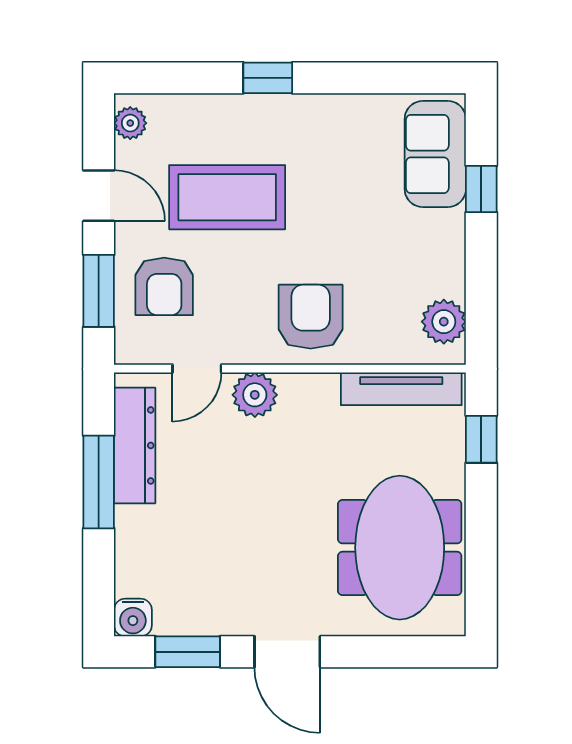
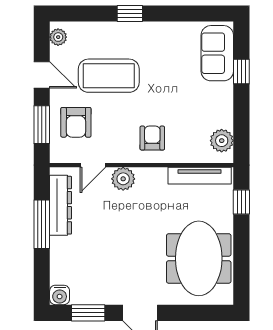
armchair: (311, 317) -> (152, 138), width x0.72, depth x0.72

